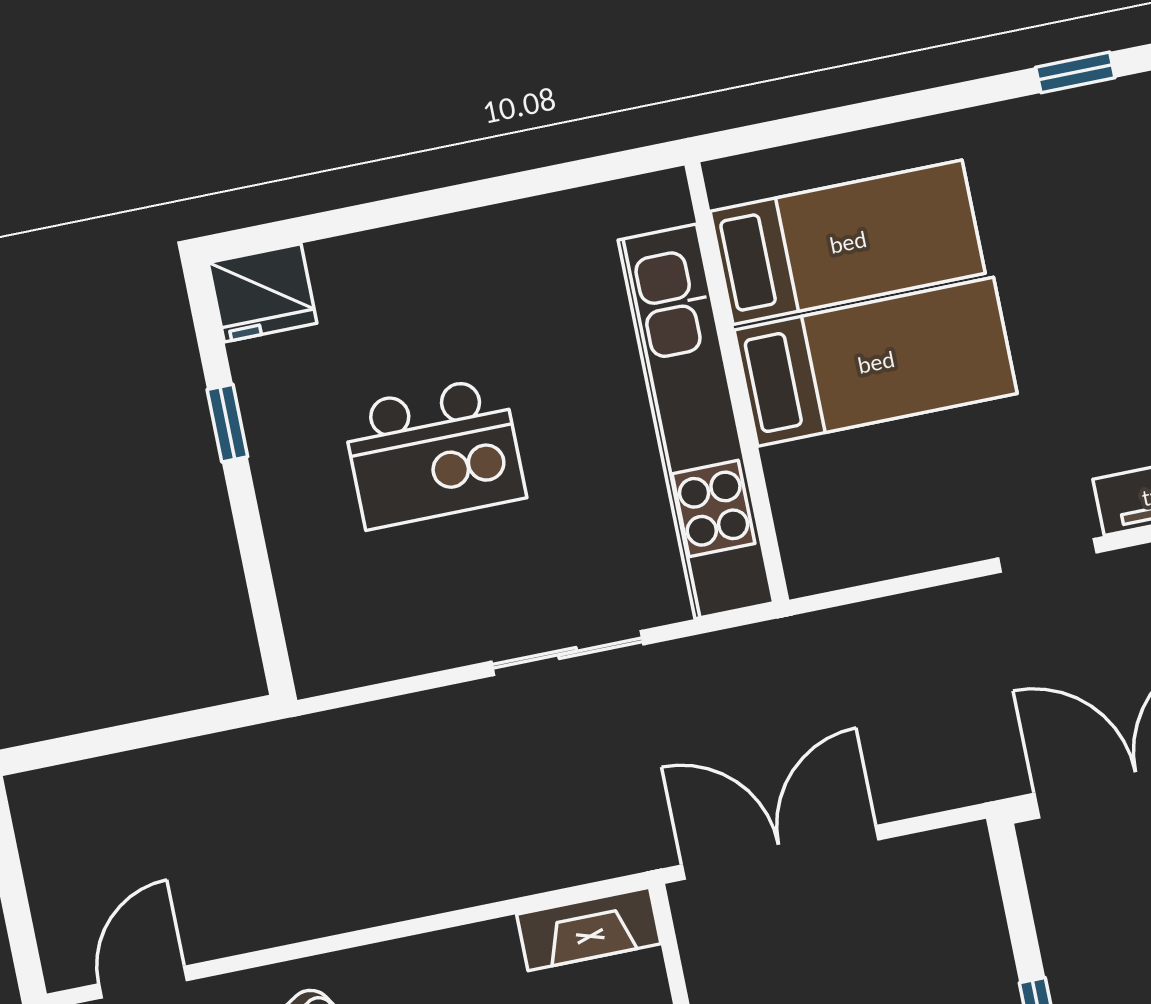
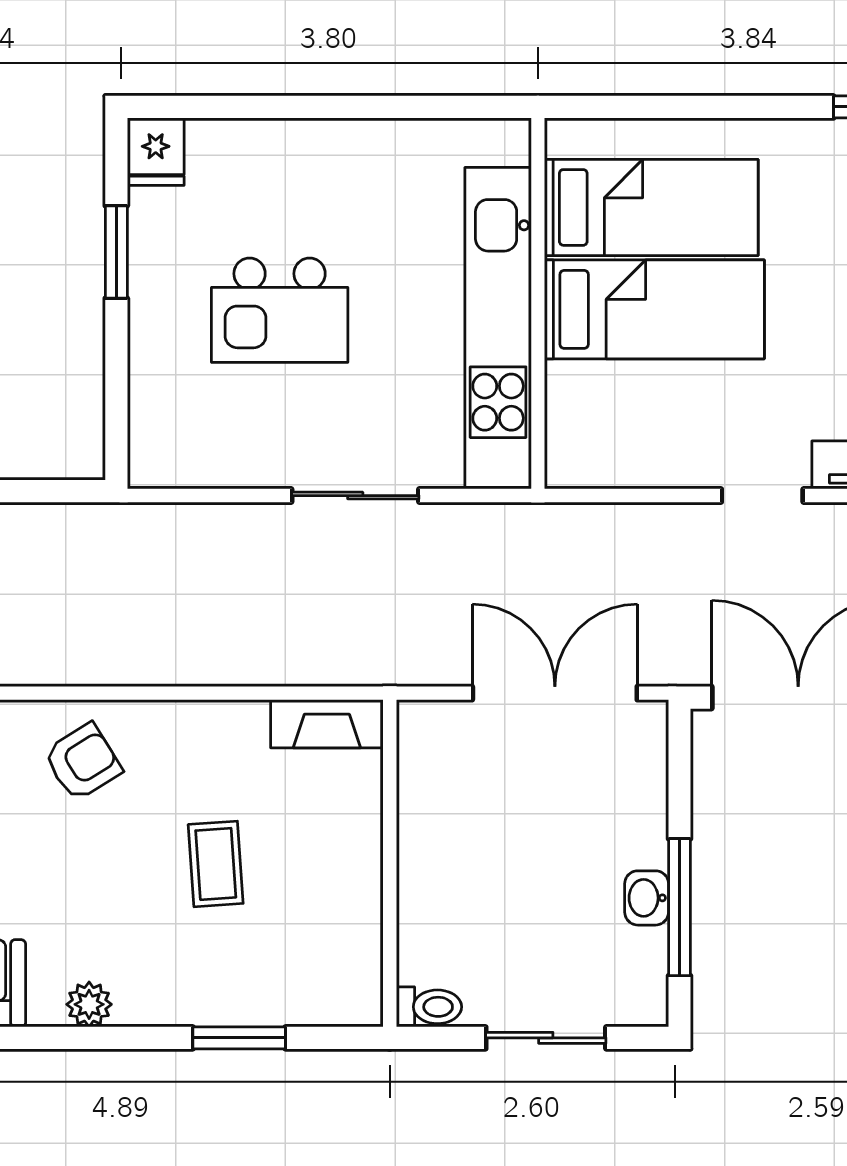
fridge: (263, 293) -> (156, 152), width x0.72
window: (227, 423) -> (116, 252), width x1.50
double door: (780, 852) -> (555, 693), moved

